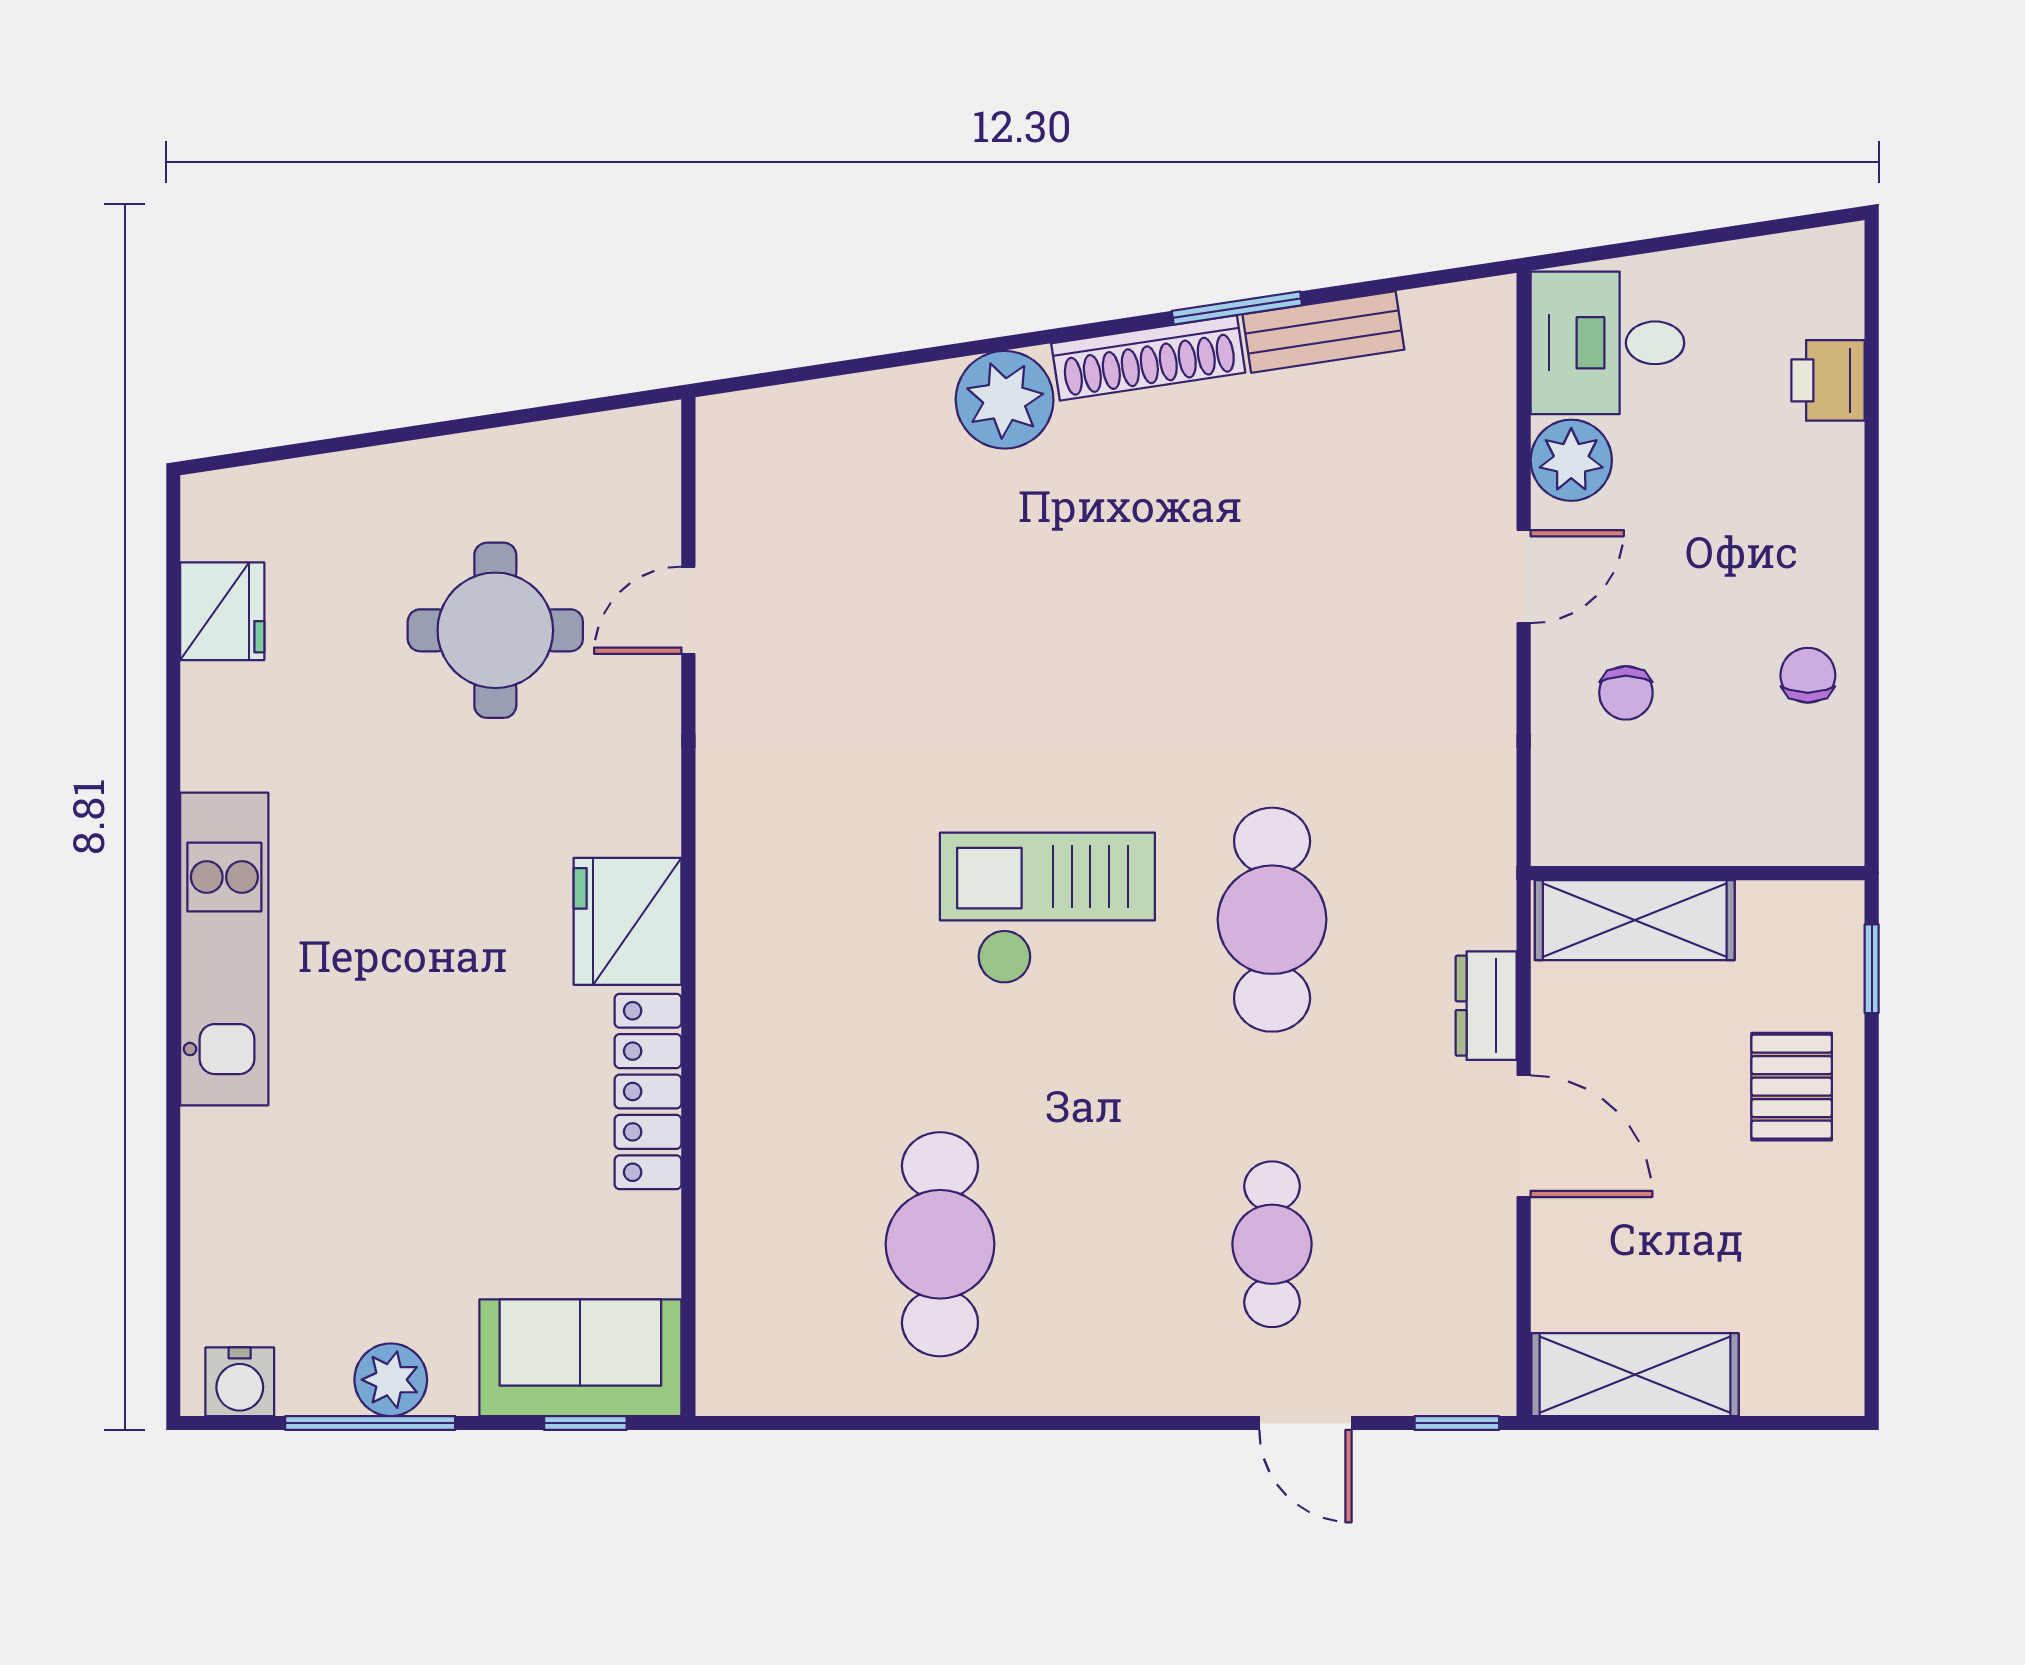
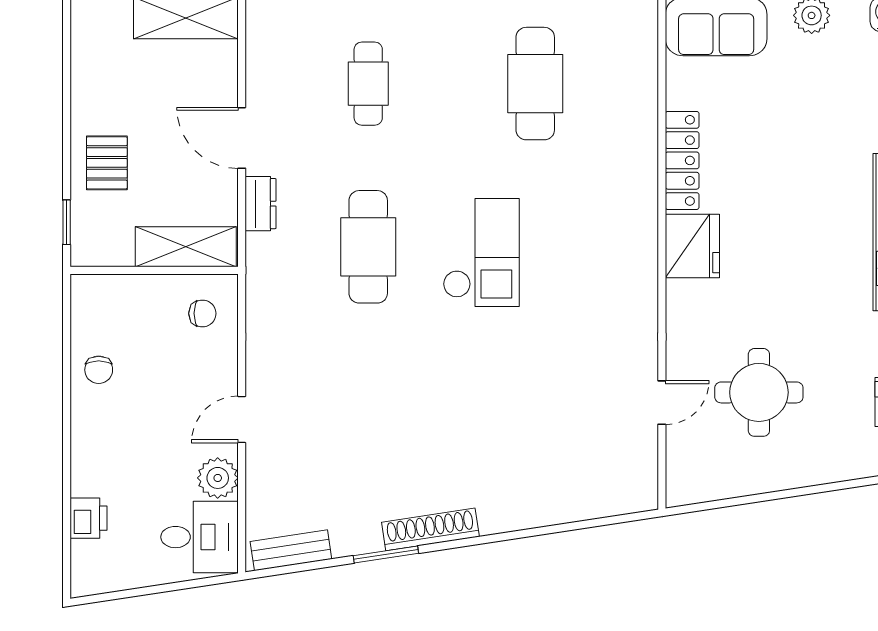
bench: (1323, 332) -> (291, 550), moved
plant: (1005, 400) -> (503, 508), removed
chair: (1626, 693) -> (202, 313), moved, turned 90
checkout: (1047, 908) -> (481, 253), turned -90

